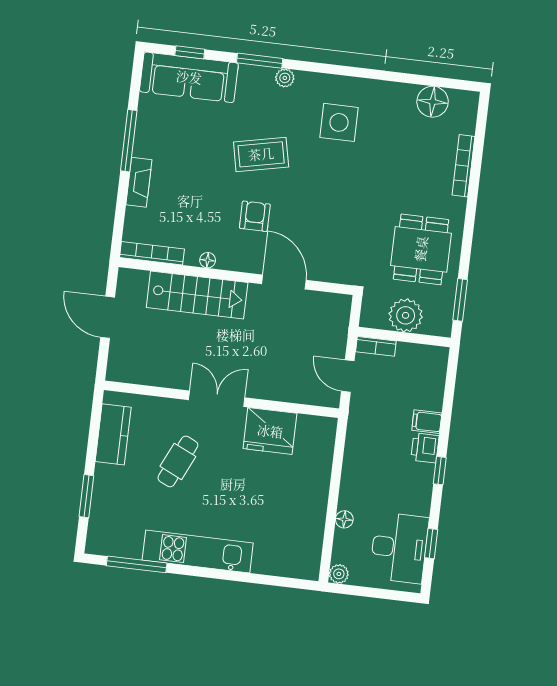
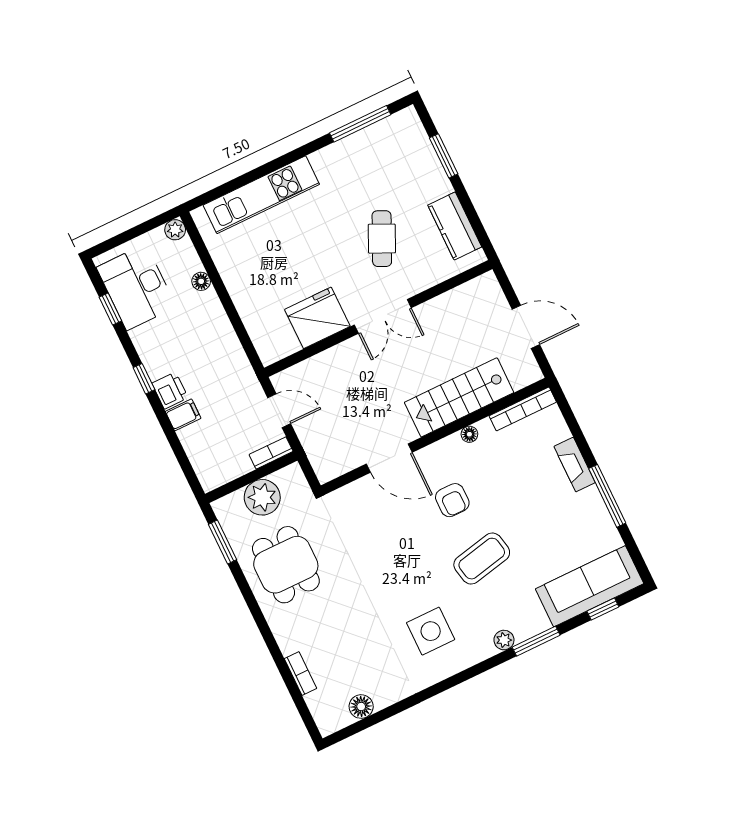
floor lamp: (433, 102) -> (361, 707), width x0.73, depth x0.73
bookcase: (463, 166) -> (301, 674), width x0.64
kitchen unit: (198, 552) -> (261, 195), moved

